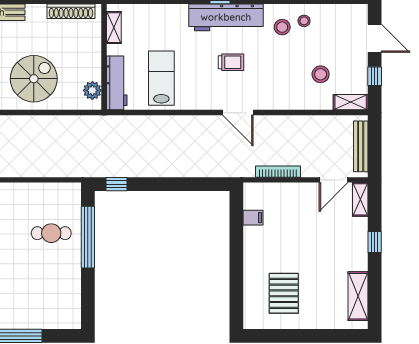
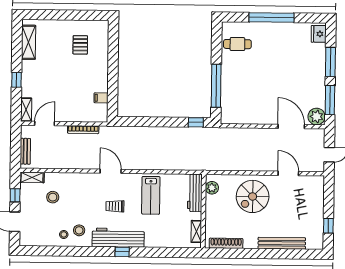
lab bench: (161, 78) -> (151, 195), moved
bench: (361, 146) -> (25, 151), width x0.73
cafe table: (51, 233) -> (237, 44), moved
pallet: (284, 293) -> (80, 45), width x0.67, depth x0.71

